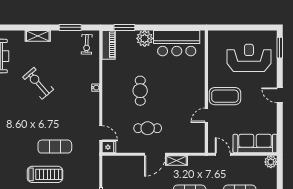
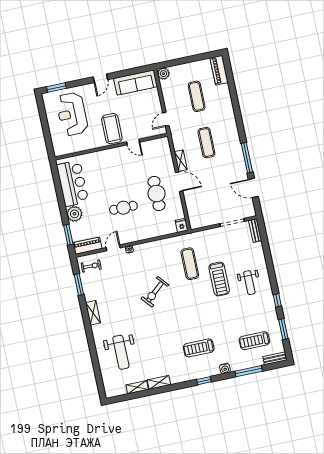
exercise bike: (38, 83) -> (155, 292), moved
cafe table: (148, 128) -> (157, 194), width x1.37, depth x1.35
door: (101, 133) -> (113, 248), moved
sofa: (255, 144) -> (136, 82), moved, turned -90
exercise mat: (55, 147) -> (190, 264), moved
treadmill: (45, 174) -> (219, 279), turned 180

